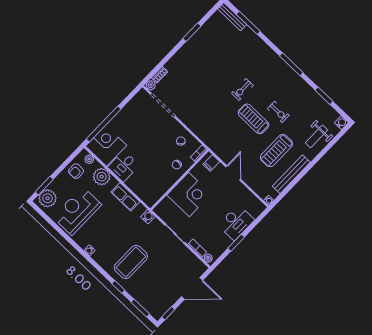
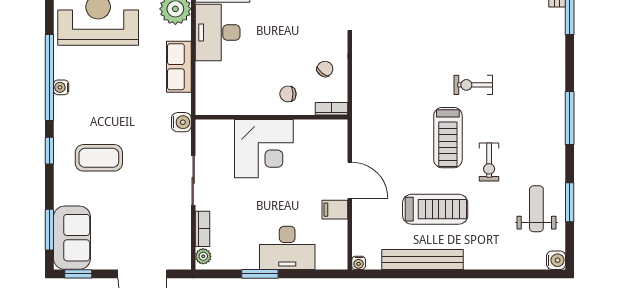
treadmill: (253, 119) -> (448, 138), turned 180
weight bench: (317, 136) -> (536, 209), moved, turned 90
treadmill: (276, 151) -> (435, 209), turned 180
filing cabinet: (211, 163) -> (335, 210), moved
desk: (124, 166) -> (218, 33), width x1.37
door: (233, 173) -> (350, 180), hinge flipped
window: (81, 251) -> (49, 78), added
coffee table: (131, 262) -> (99, 158), width x0.73, depth x0.76
window: (118, 287) -> (49, 151), moved
sofa: (152, 302) -> (72, 238), added

